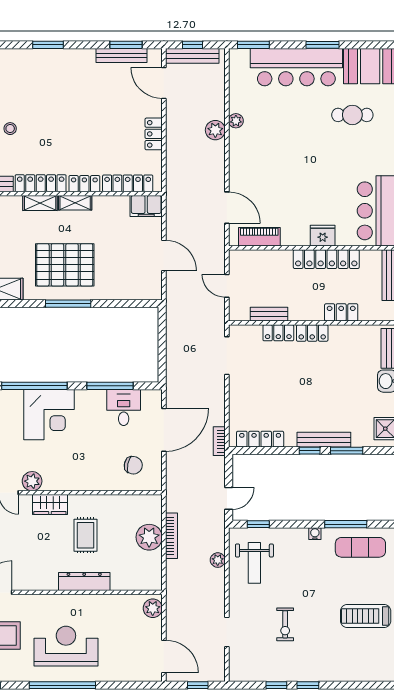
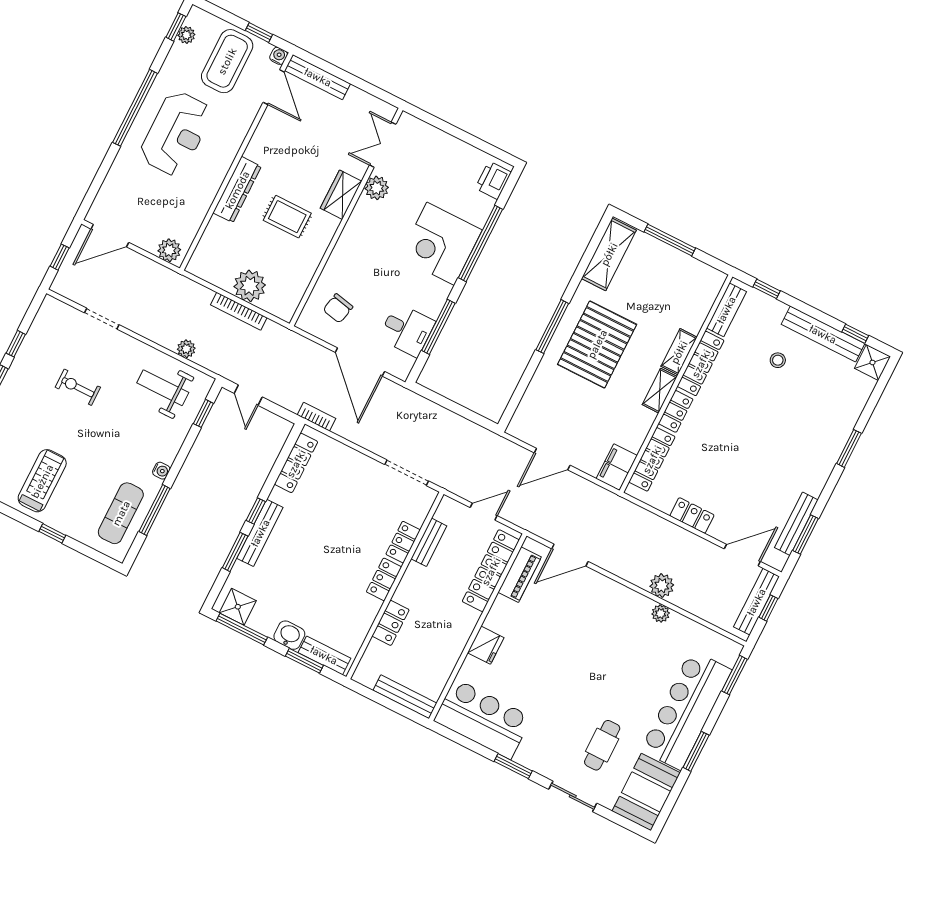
locker: (326, 259) -> (491, 571), moved

